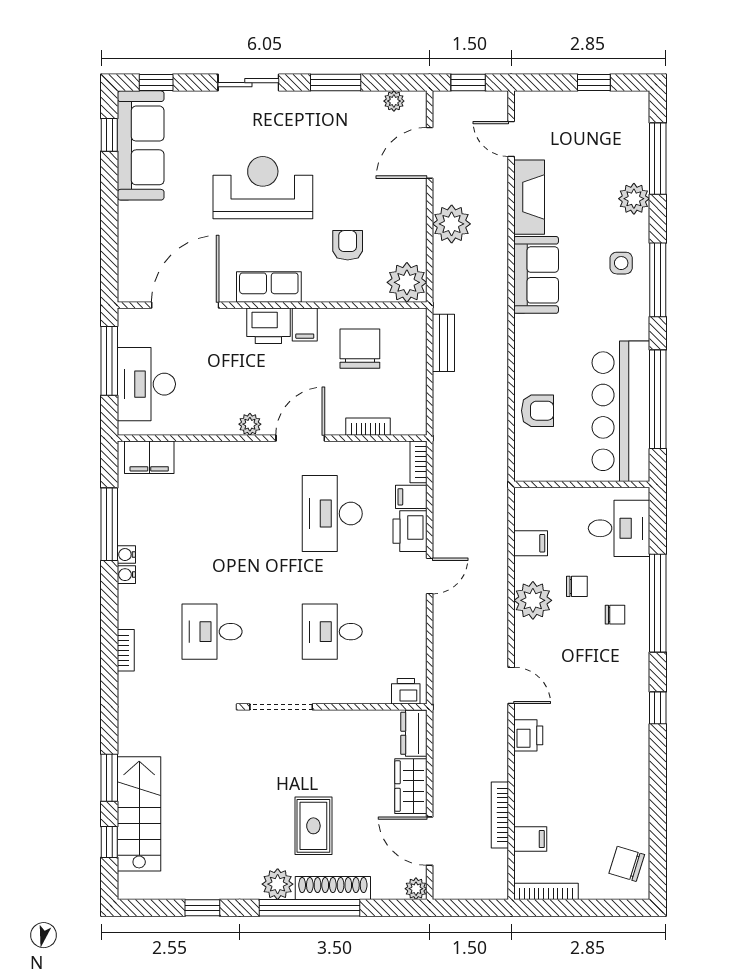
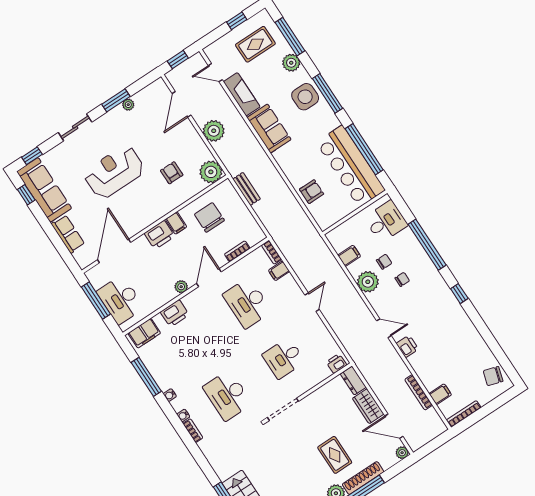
plant: (394, 101) -> (128, 105), moved
rug: (599, 136) -> (255, 44), added
side table: (621, 263) -> (305, 97), width x1.87, depth x1.87
row of seats: (269, 287) -> (68, 234), moved, turned 90
printer: (410, 531) -> (175, 313), moved, turned -90
water cooler: (126, 555) -> (183, 415), moved
chair: (615, 615) -> (402, 279), moved
desk: (212, 632) -> (227, 395), width x1.37

